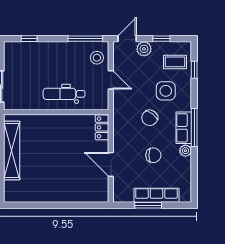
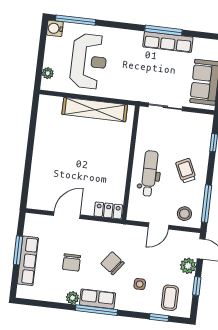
trolley: (58, 61) -> (186, 171), added
side table: (166, 91) -> (140, 284), width x0.54, depth x0.54

